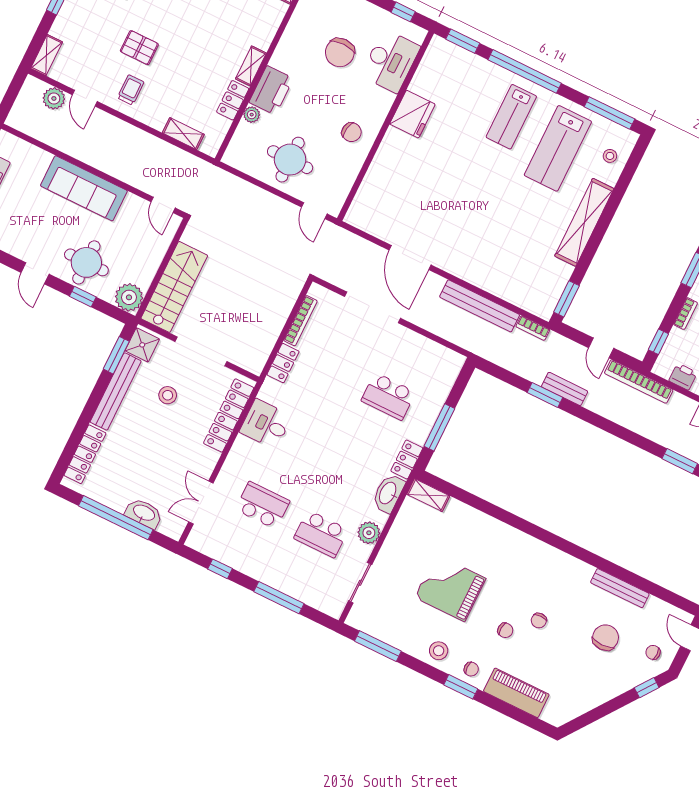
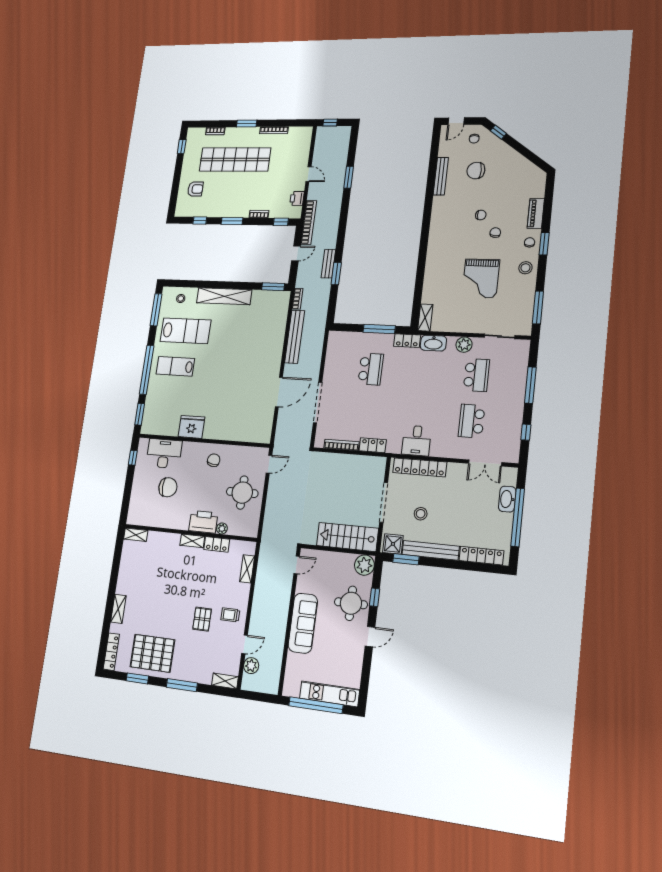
lab bench: (511, 117) -> (175, 366), turned 180
piano: (516, 693) -> (536, 213), width x0.73, depth x0.75

